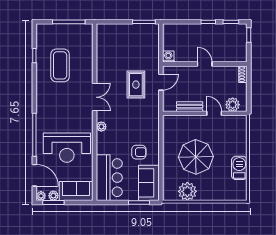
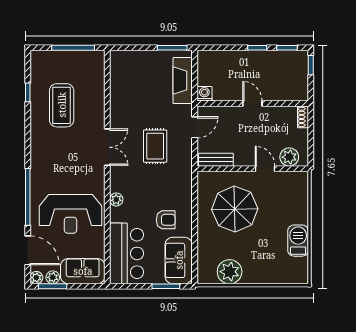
fireplace: (152, 47) -> (183, 80), added
rug: (136, 85) -> (155, 146), moved
bench: (190, 107) -> (216, 160), moved
plant: (101, 127) -> (116, 200), moved
parasol: (196, 157) -> (235, 209), moved

